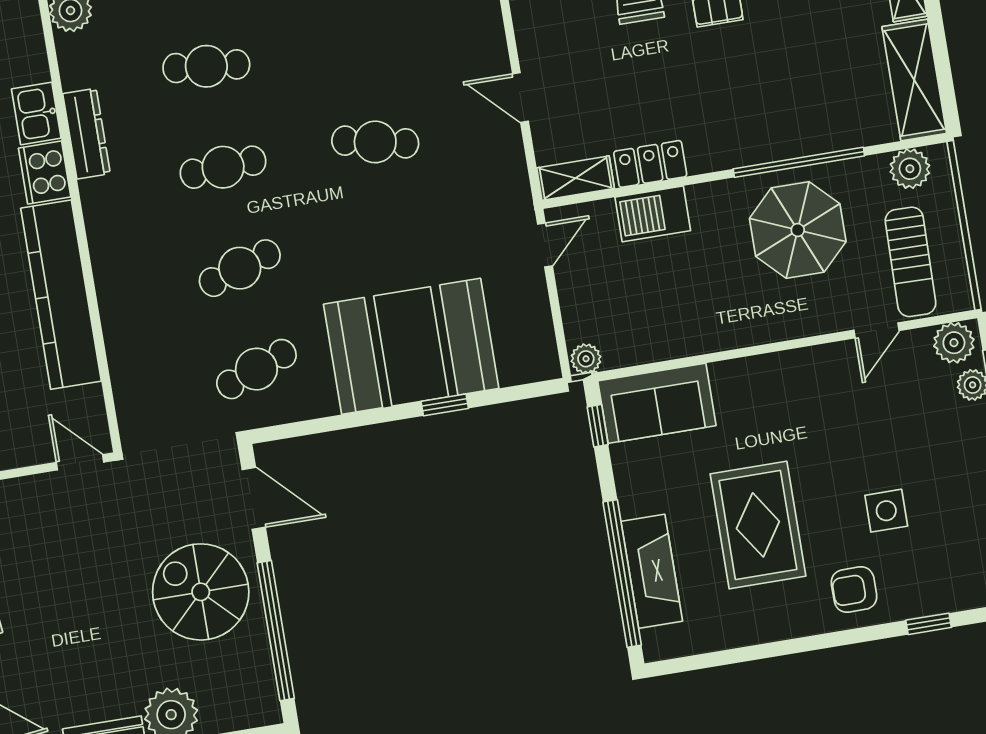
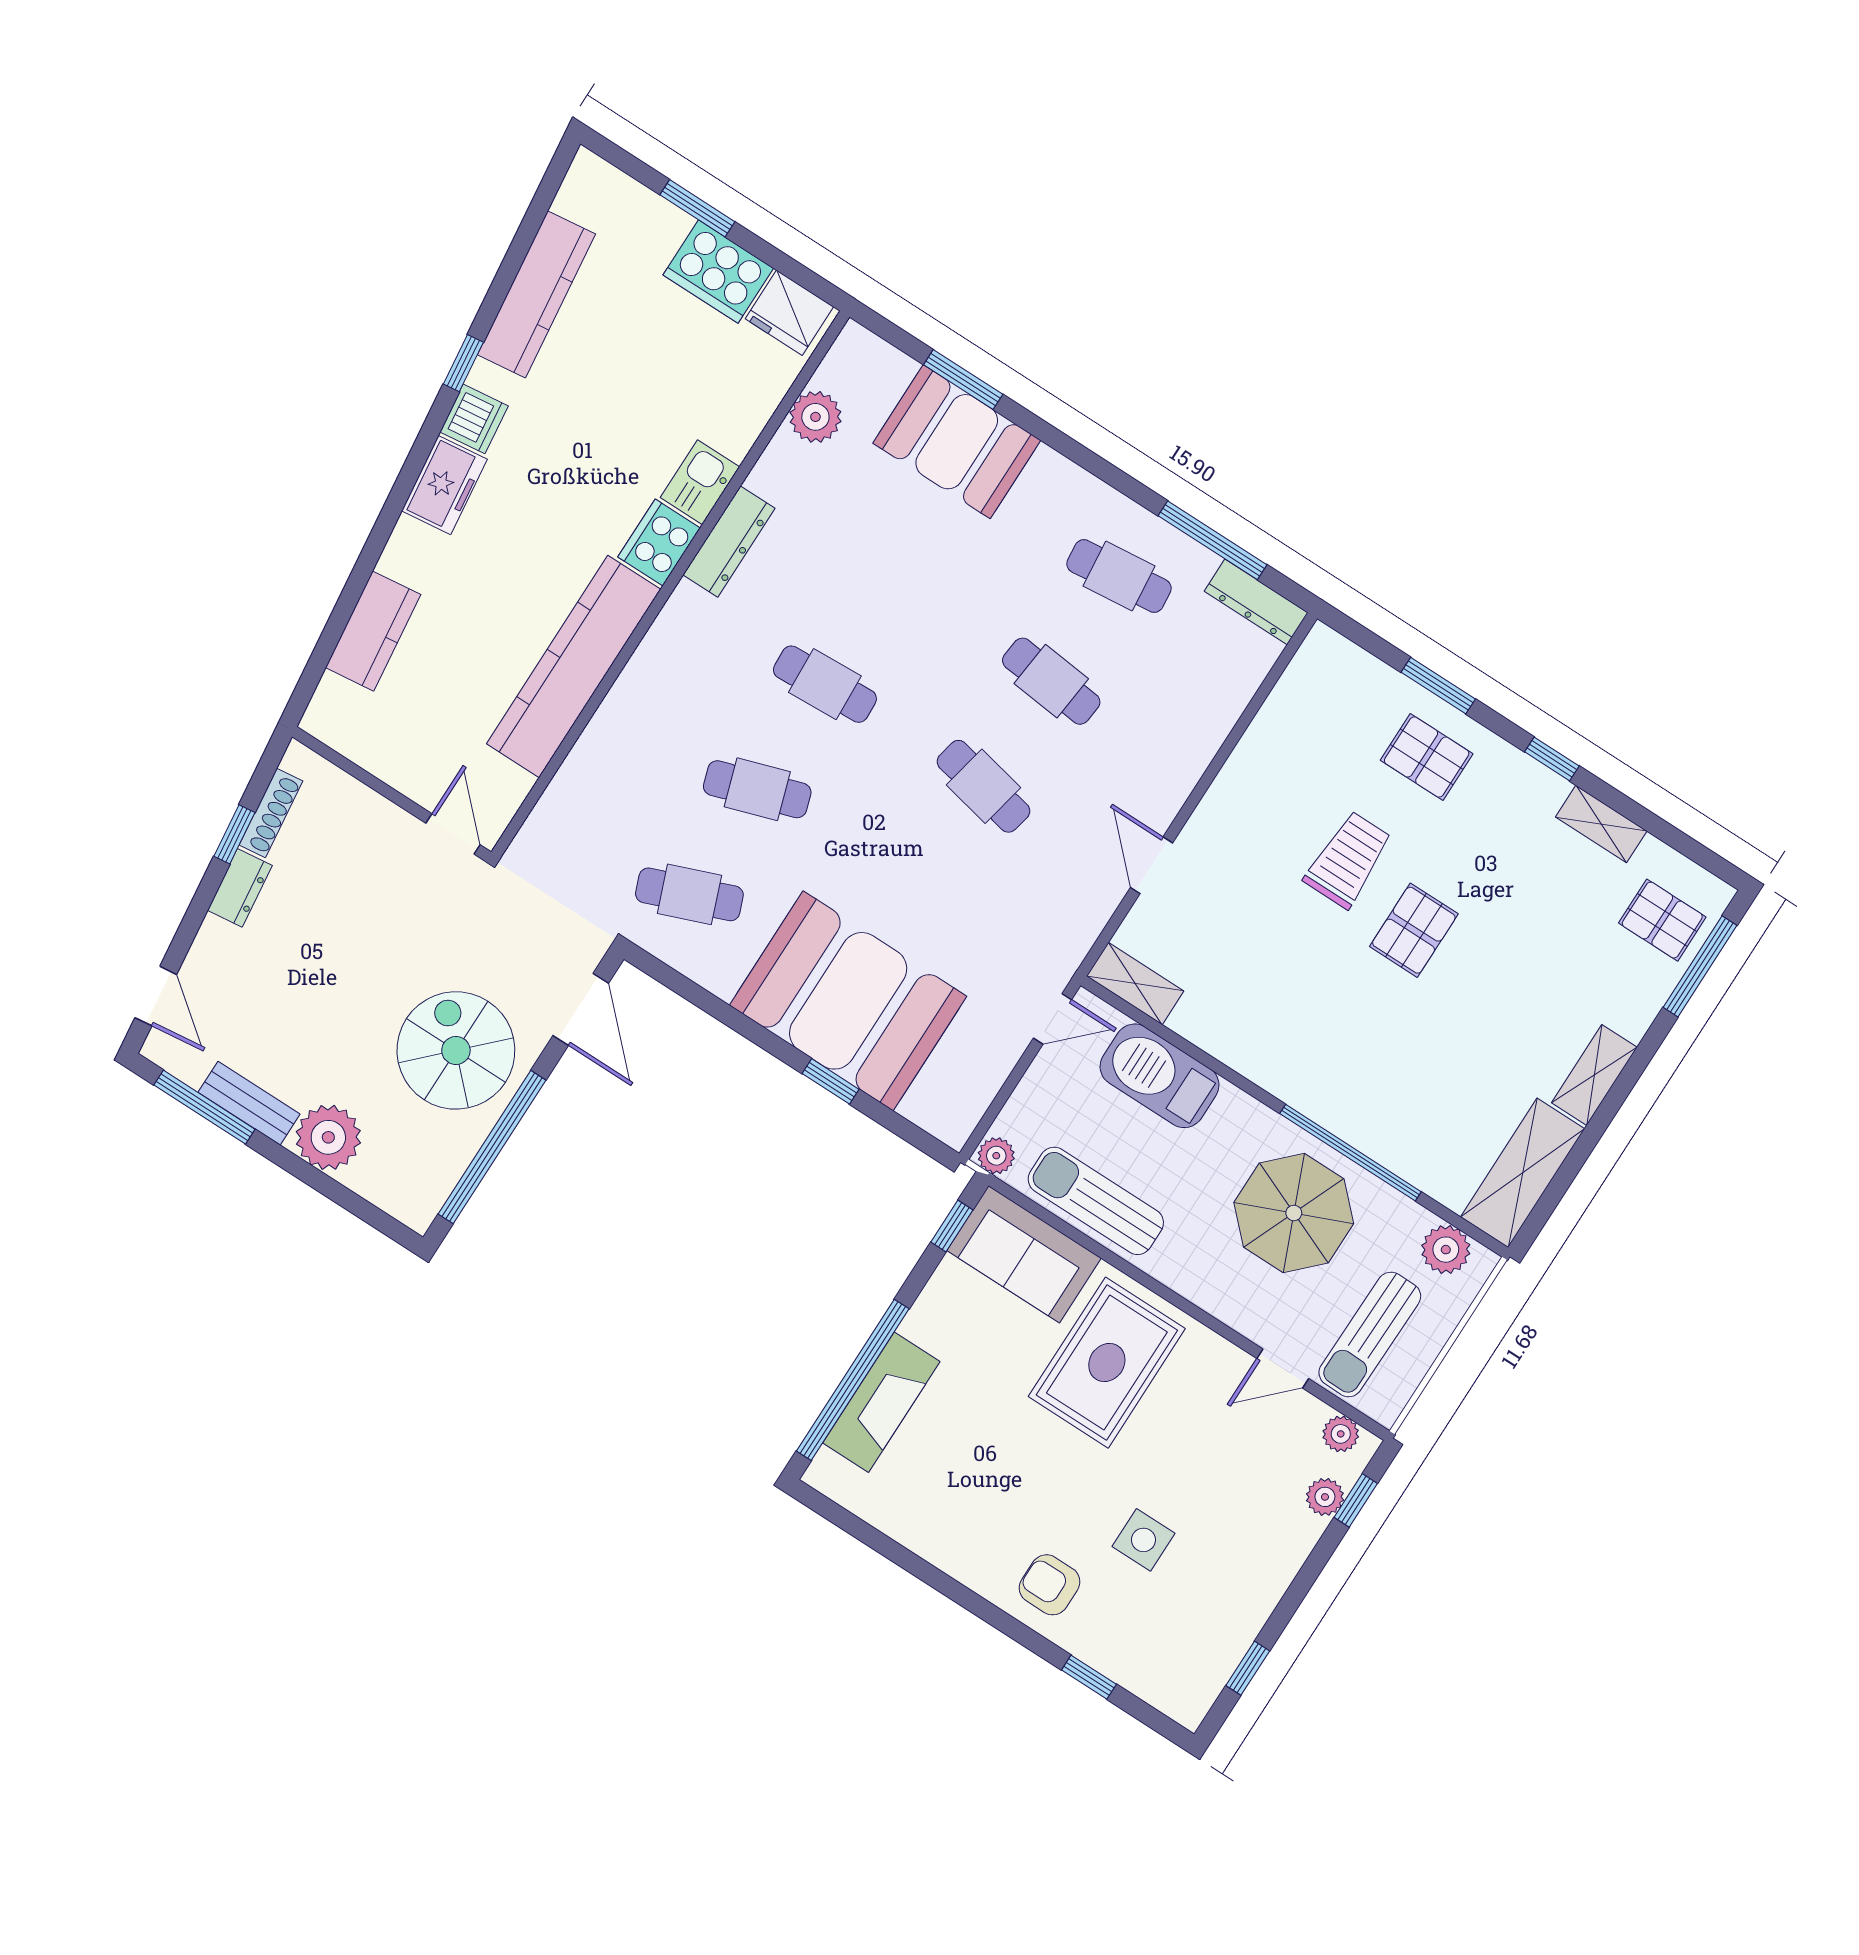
cafe table: (206, 66) -> (1051, 681), moved
locker: (650, 164) -> (1214, 1032), removed
barbecue: (653, 214) -> (1159, 1076), width x1.37, depth x1.21
sun lounger: (671, 331) -> (1096, 1201), added
plant: (954, 343) -> (1341, 1434), width x0.73, depth x0.73
rug: (758, 525) -> (1107, 1363), moved

